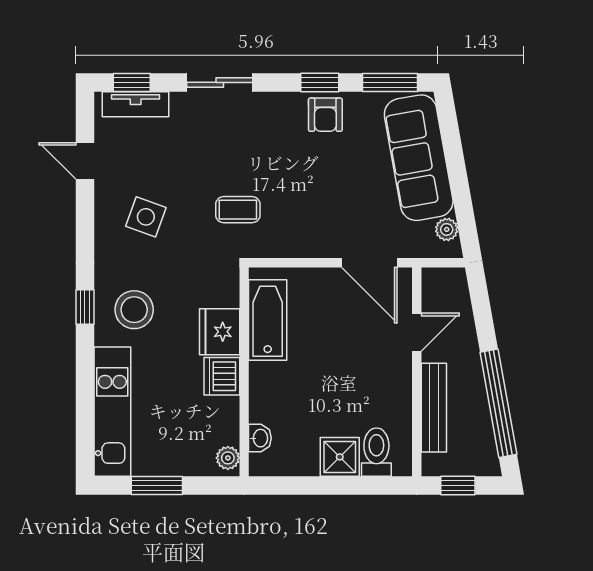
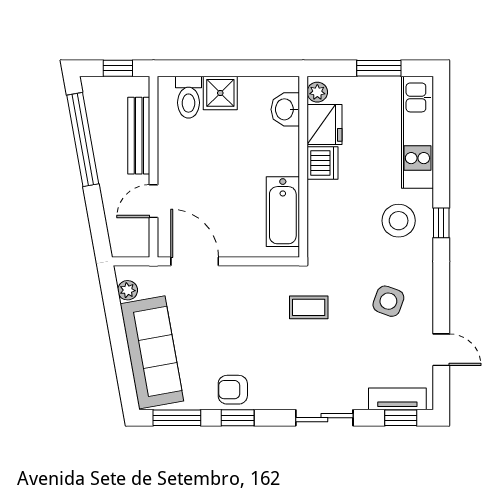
armchair: (325, 115) -> (233, 390), turned -90
fridge: (220, 332) -> (325, 124), moved
washbasin: (260, 438) -> (285, 109), width x1.38, depth x1.45

